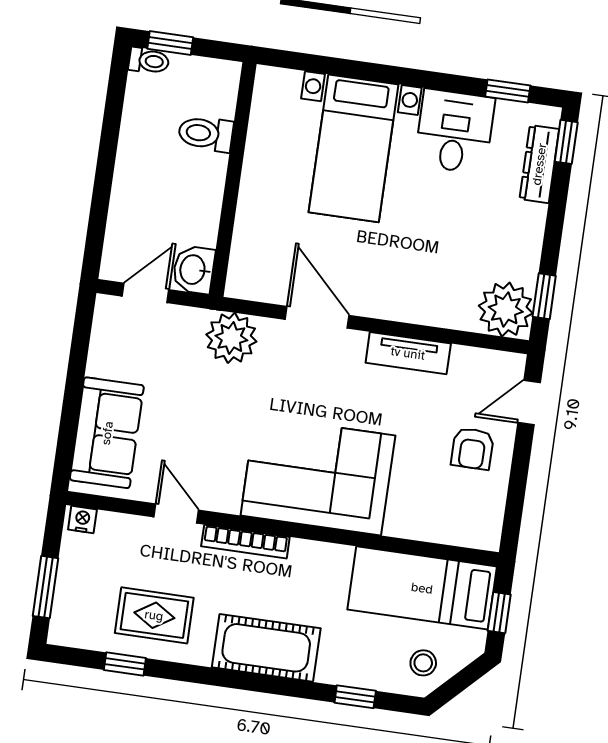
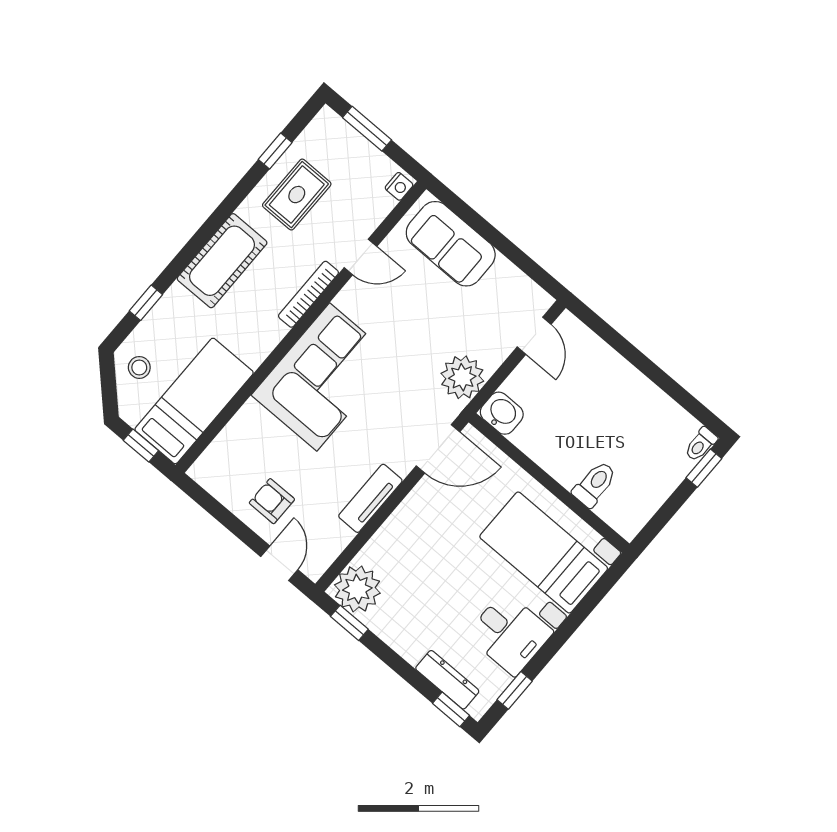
toilet: (206, 134) -> (595, 484), moved
wall: (233, 179) -> (549, 483), moved
washbasin: (194, 270) -> (502, 413), moved

